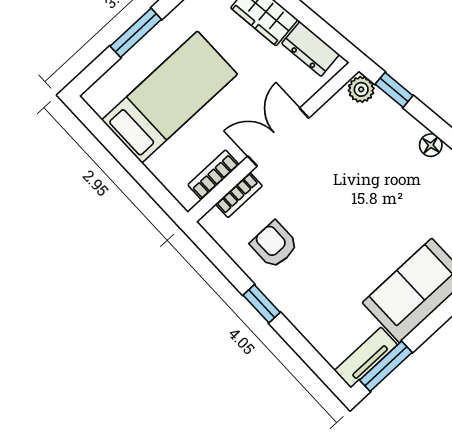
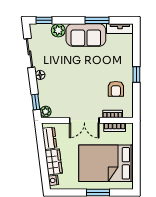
bed: (170, 97) -> (106, 163), width x1.50
window: (386, 366) -> (97, 20), moved

